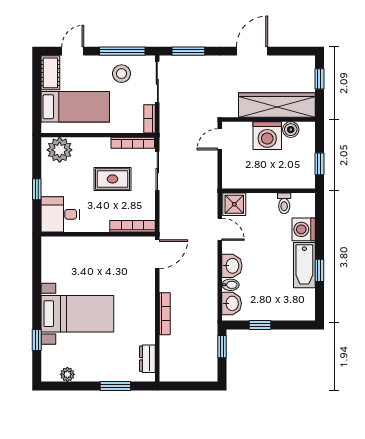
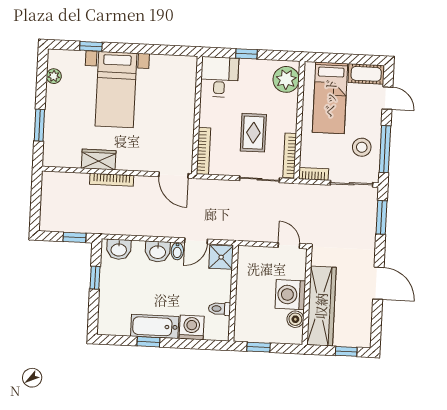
bidet: (230, 285) -> (177, 251), moved
wardrobe: (146, 327) -> (99, 159), added
dresser: (147, 359) -> (66, 160), removed

